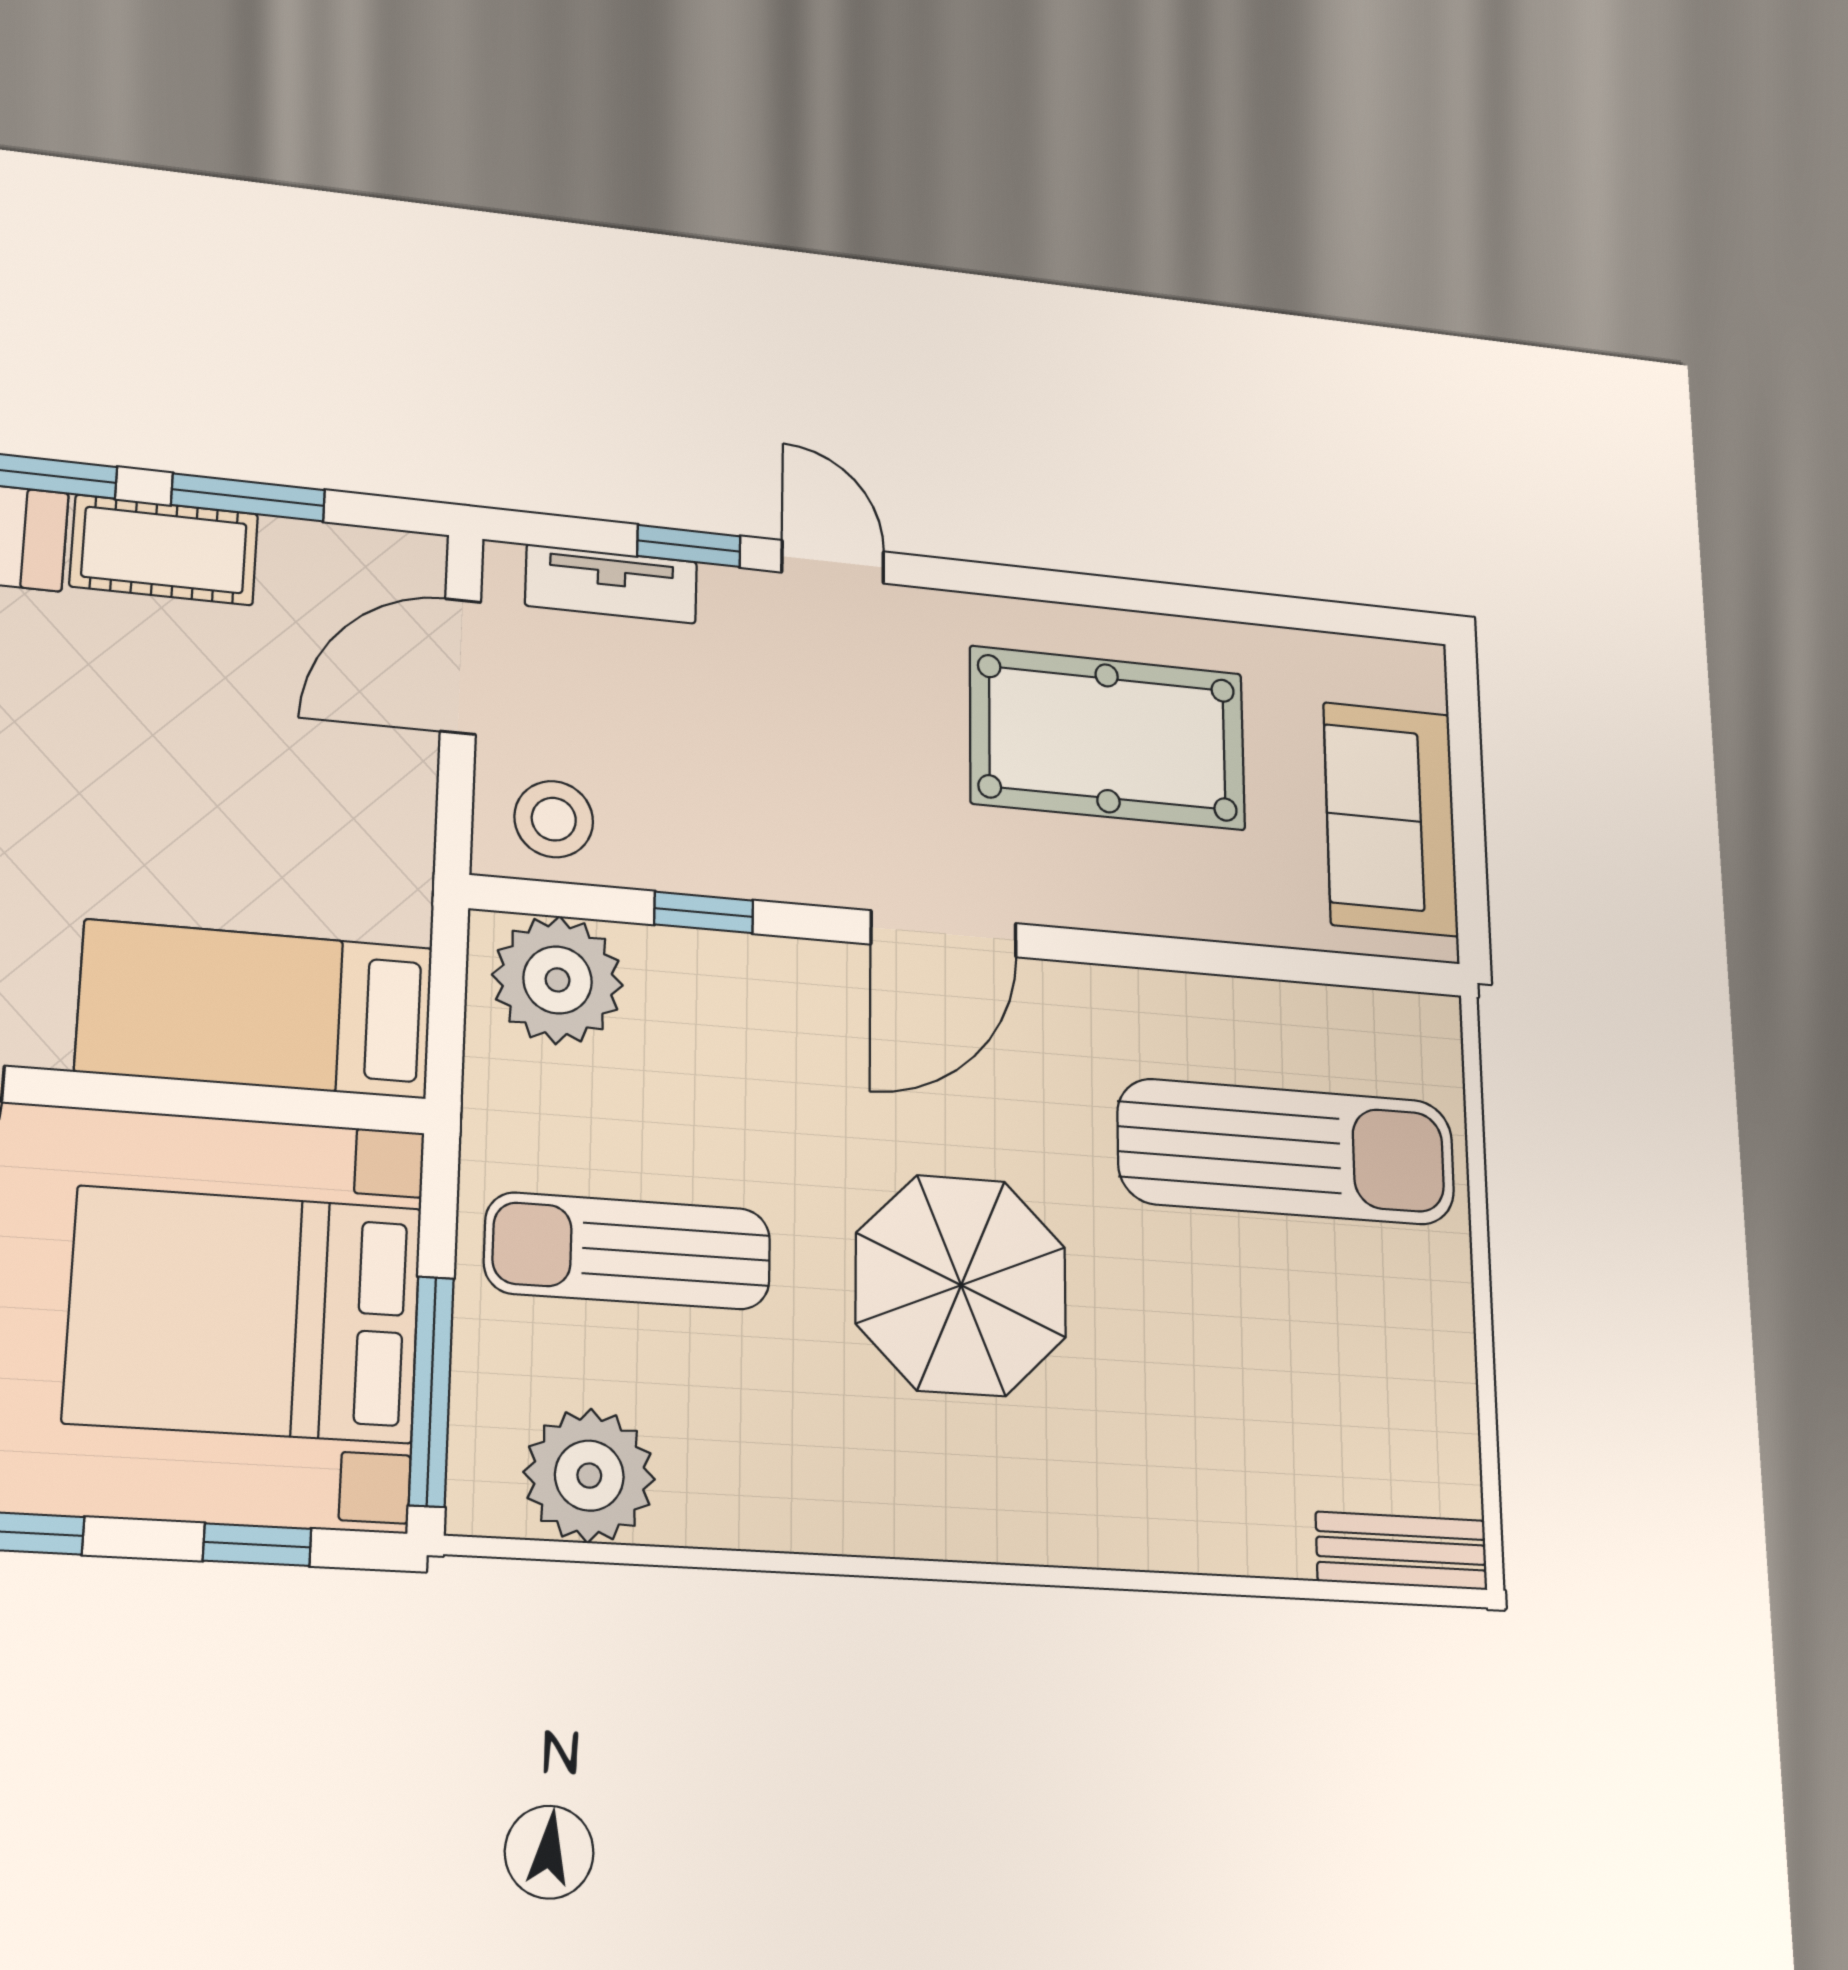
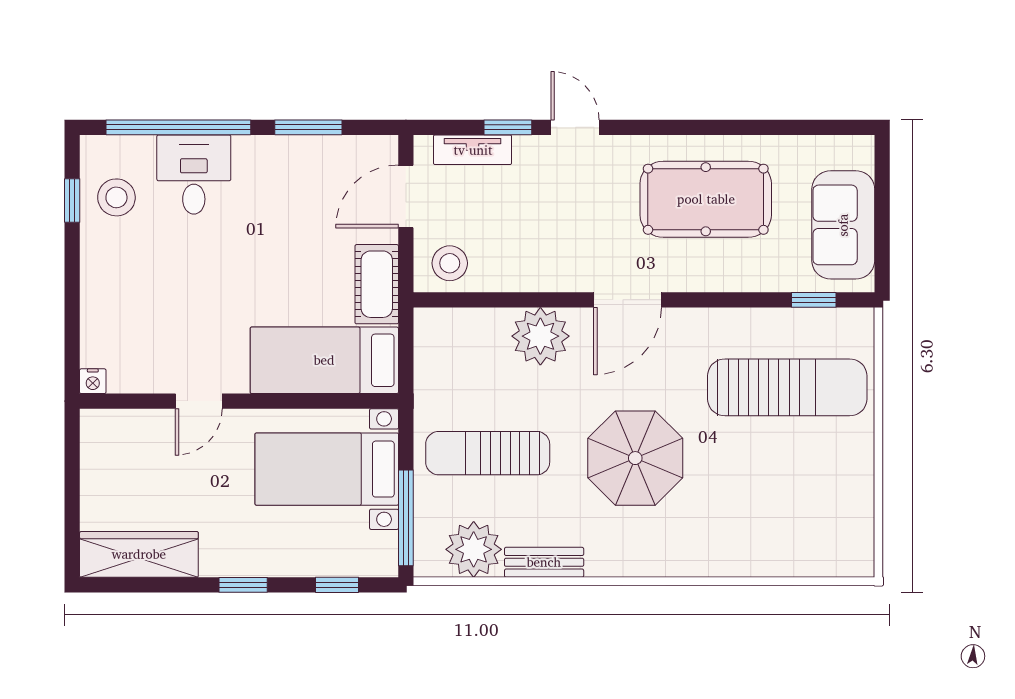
cot: (164, 550) -> (377, 284), moved, turned 90
window: (704, 912) -> (814, 300), moved
plant: (558, 980) -> (540, 336), moved
bed with nightstands: (244, 1315) -> (327, 469), width x0.73
bench: (1402, 1551) -> (544, 562), moved

